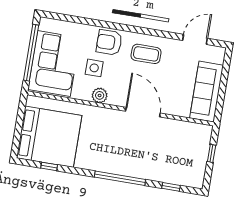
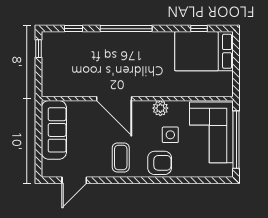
coffee table: (146, 54) -> (121, 157), turned 90
bed: (49, 137) -> (204, 51), width x0.73
window: (212, 153) -> (38, 49), moved

